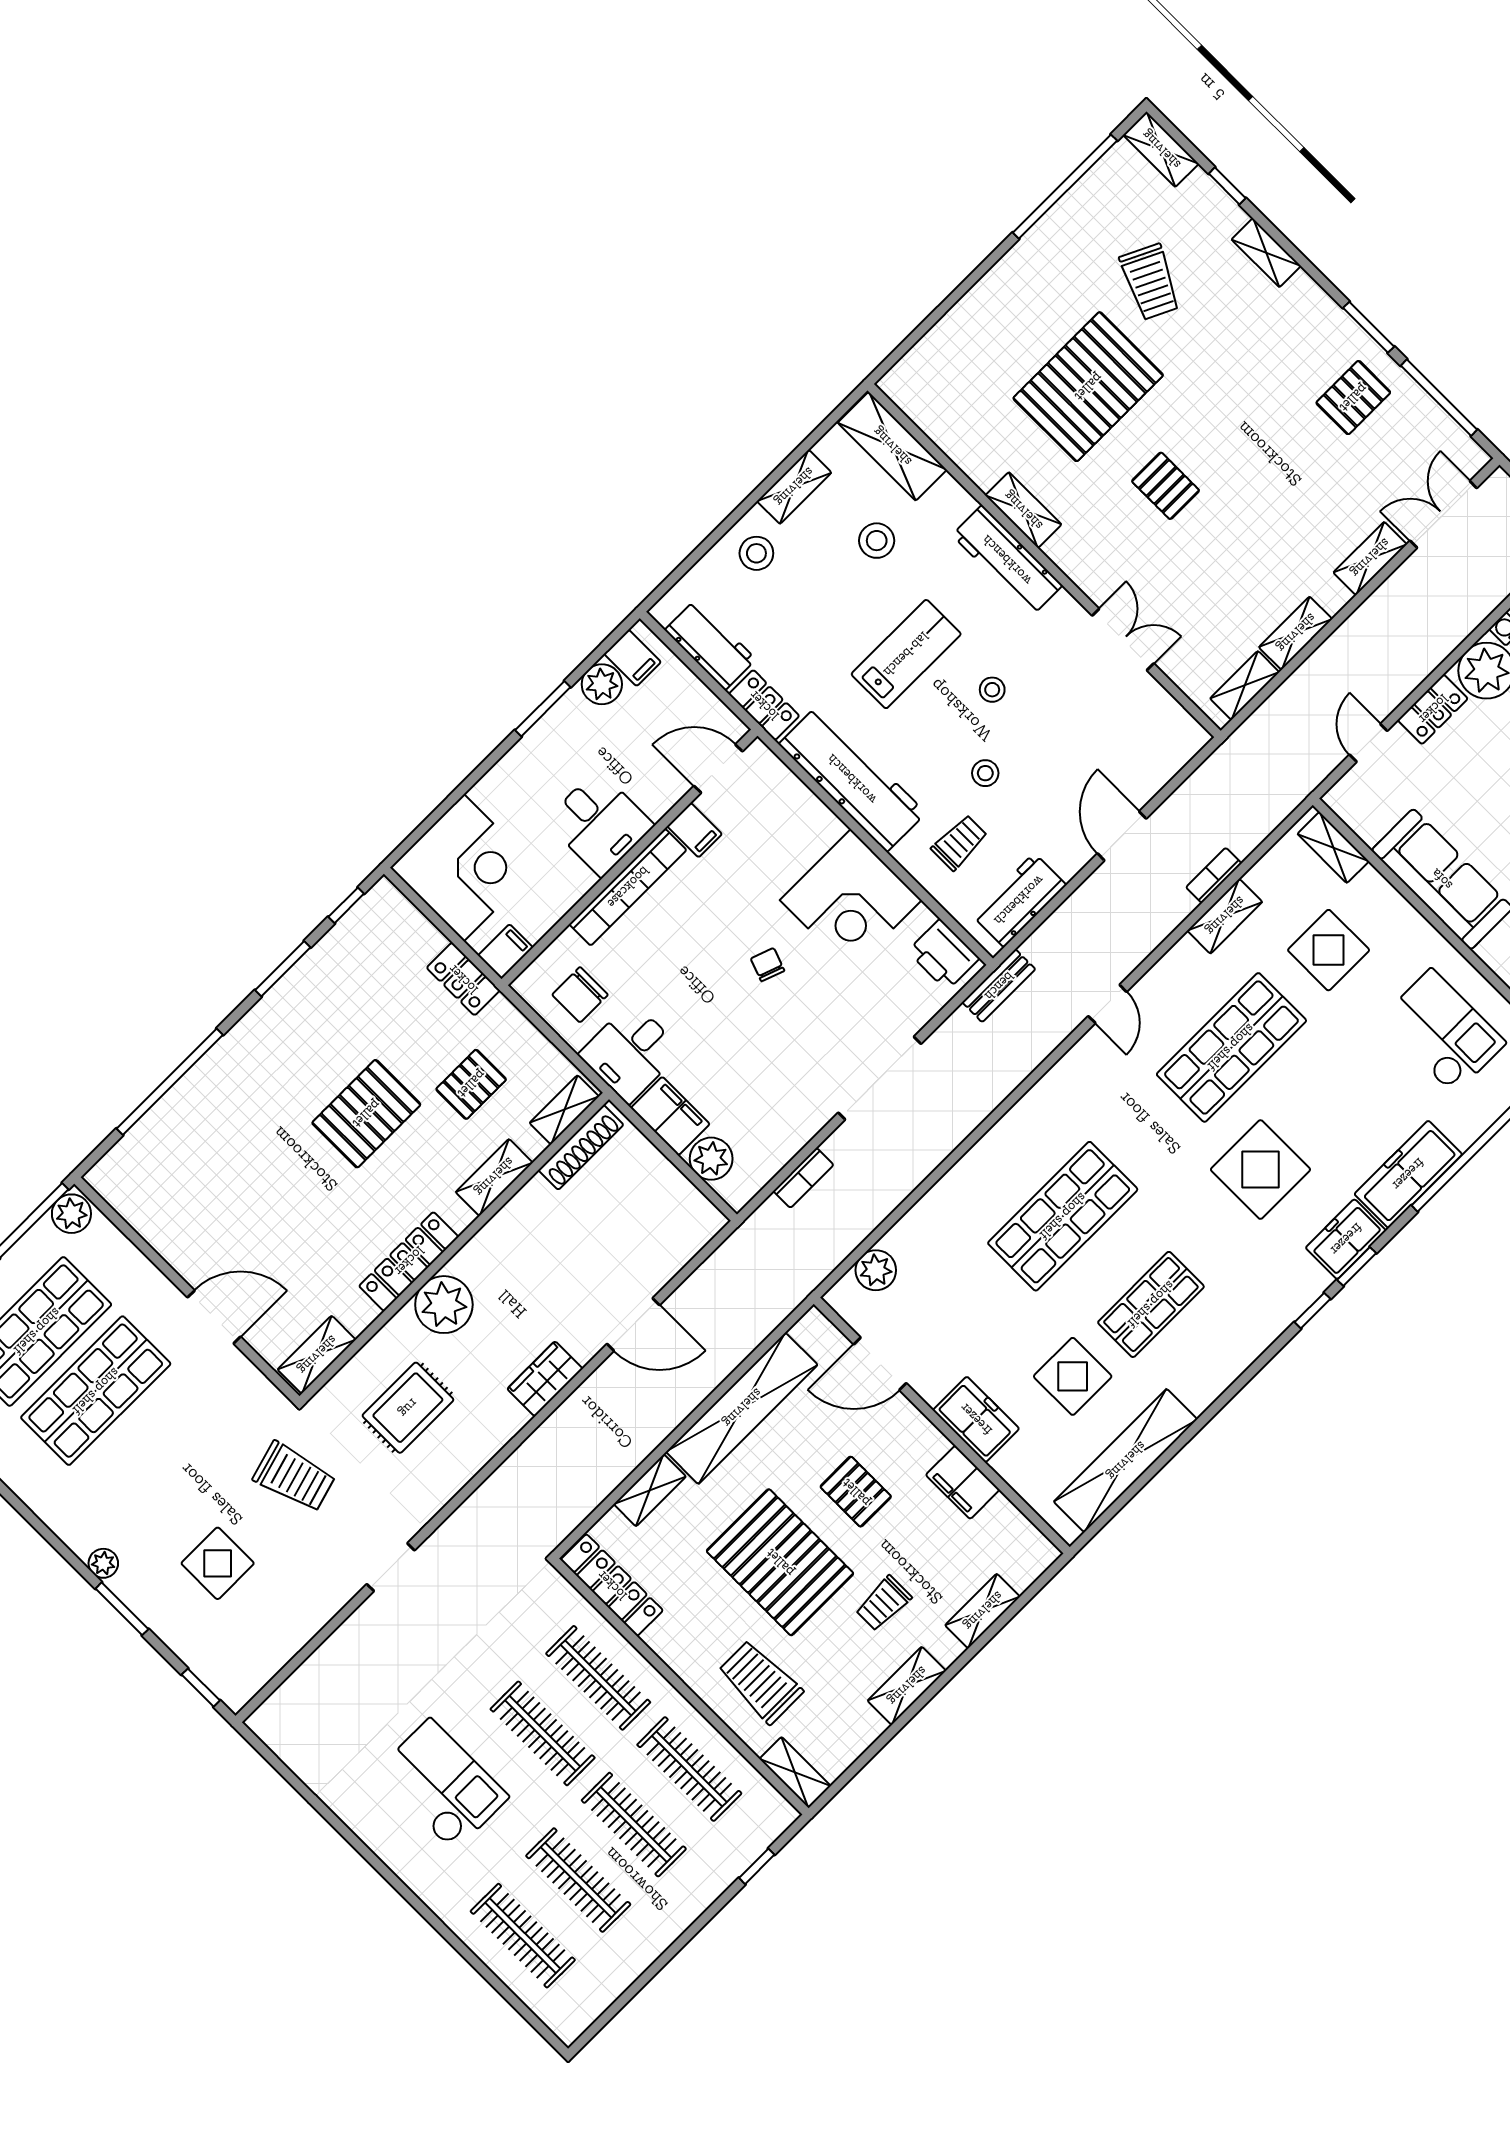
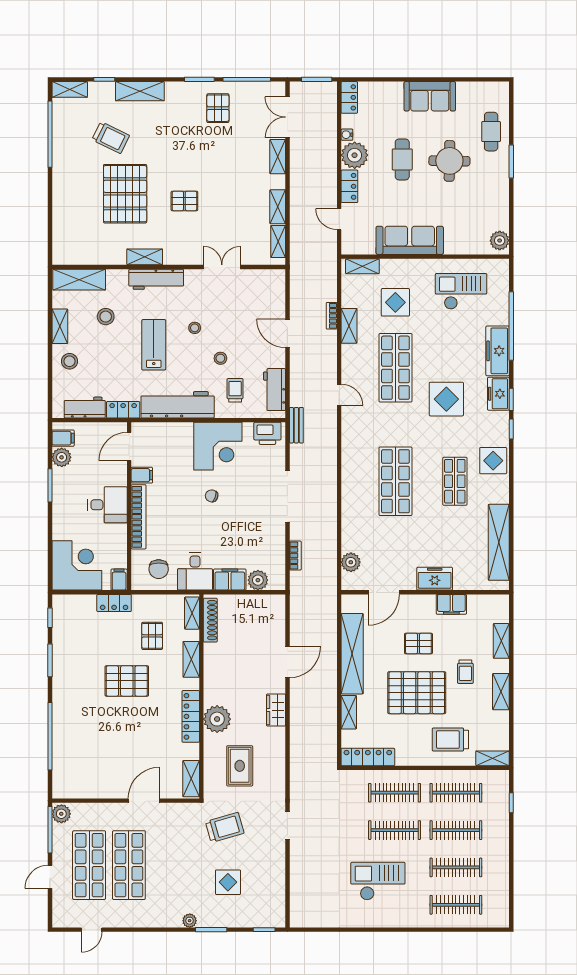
shelving: (1266, 253) -> (140, 91), width x1.50, depth x1.33
pallet: (366, 1114) -> (127, 681), turned 90
display table: (1073, 1376) -> (493, 461), moved

